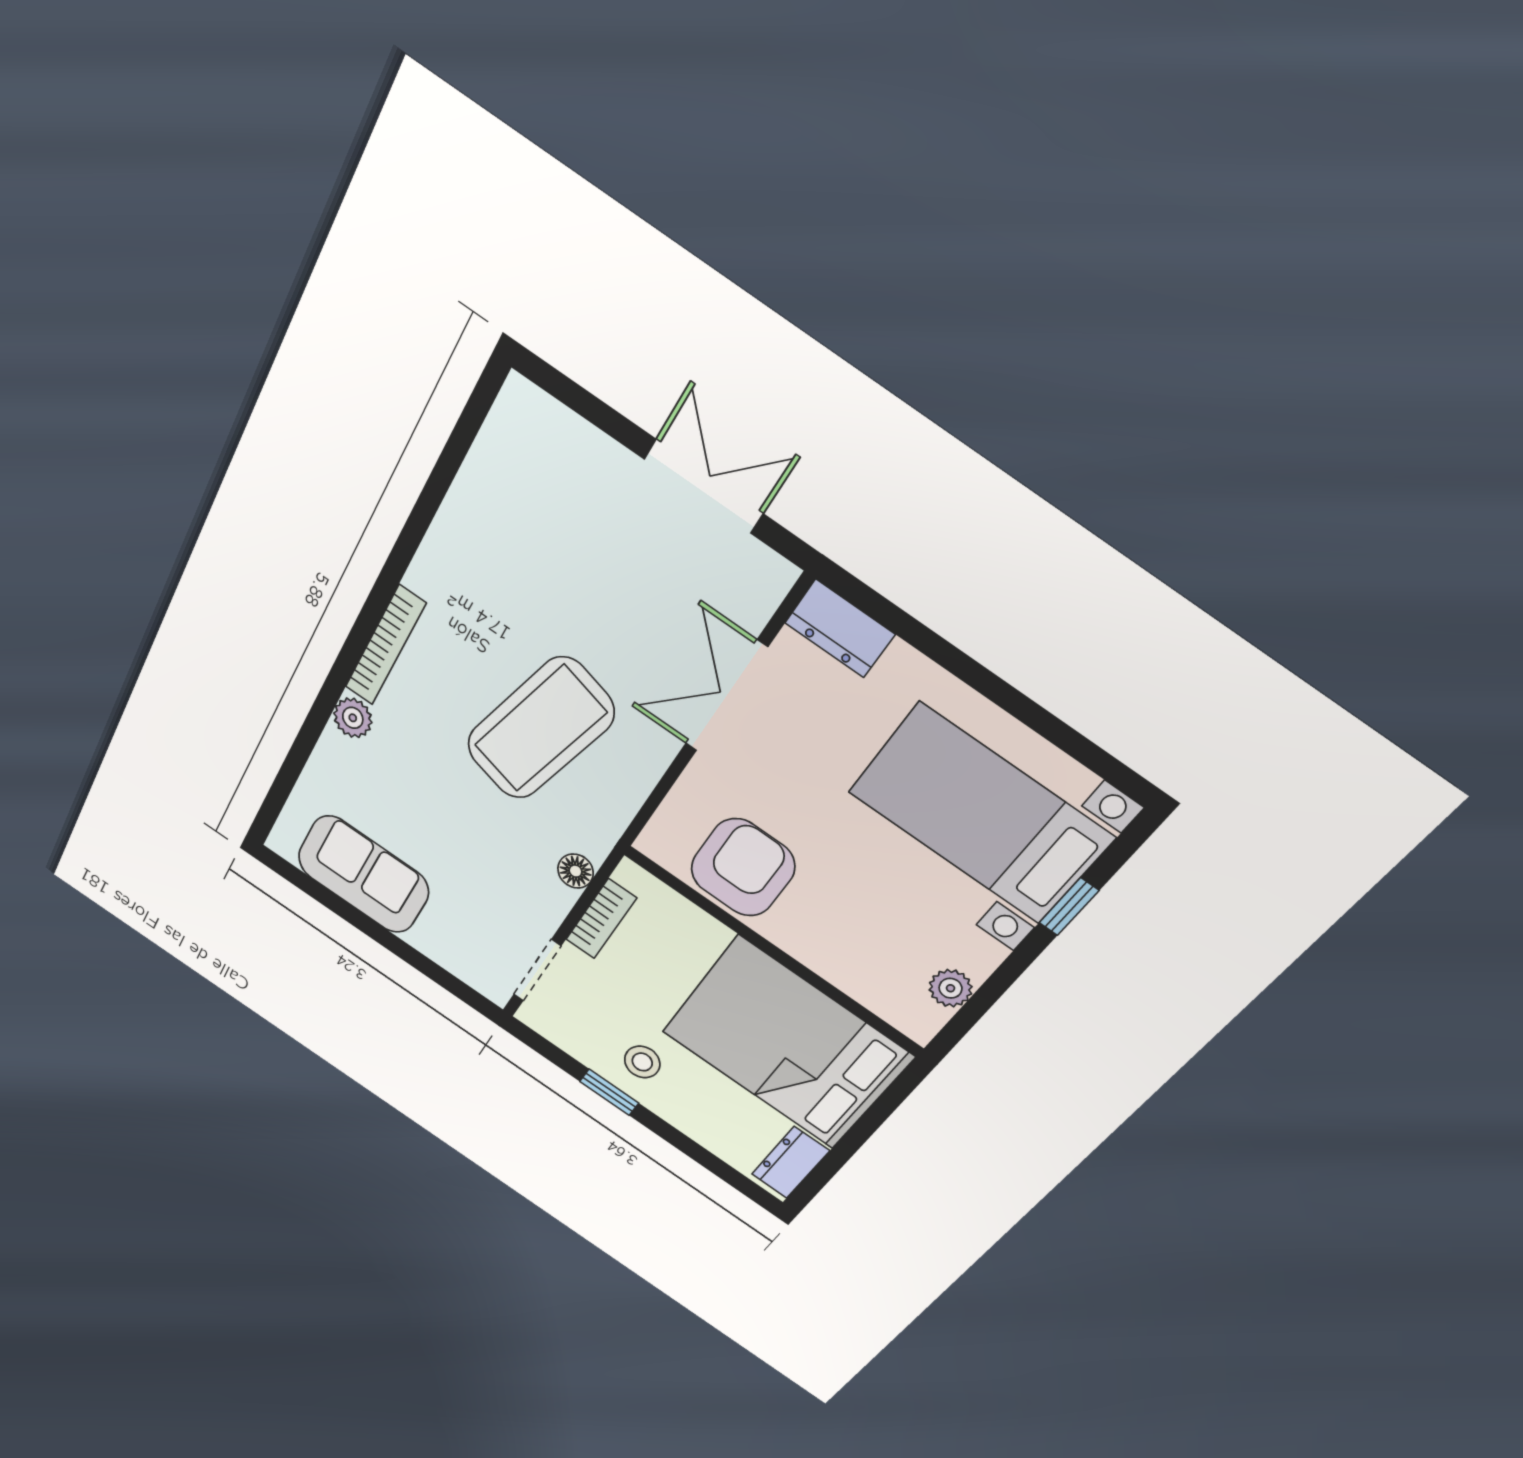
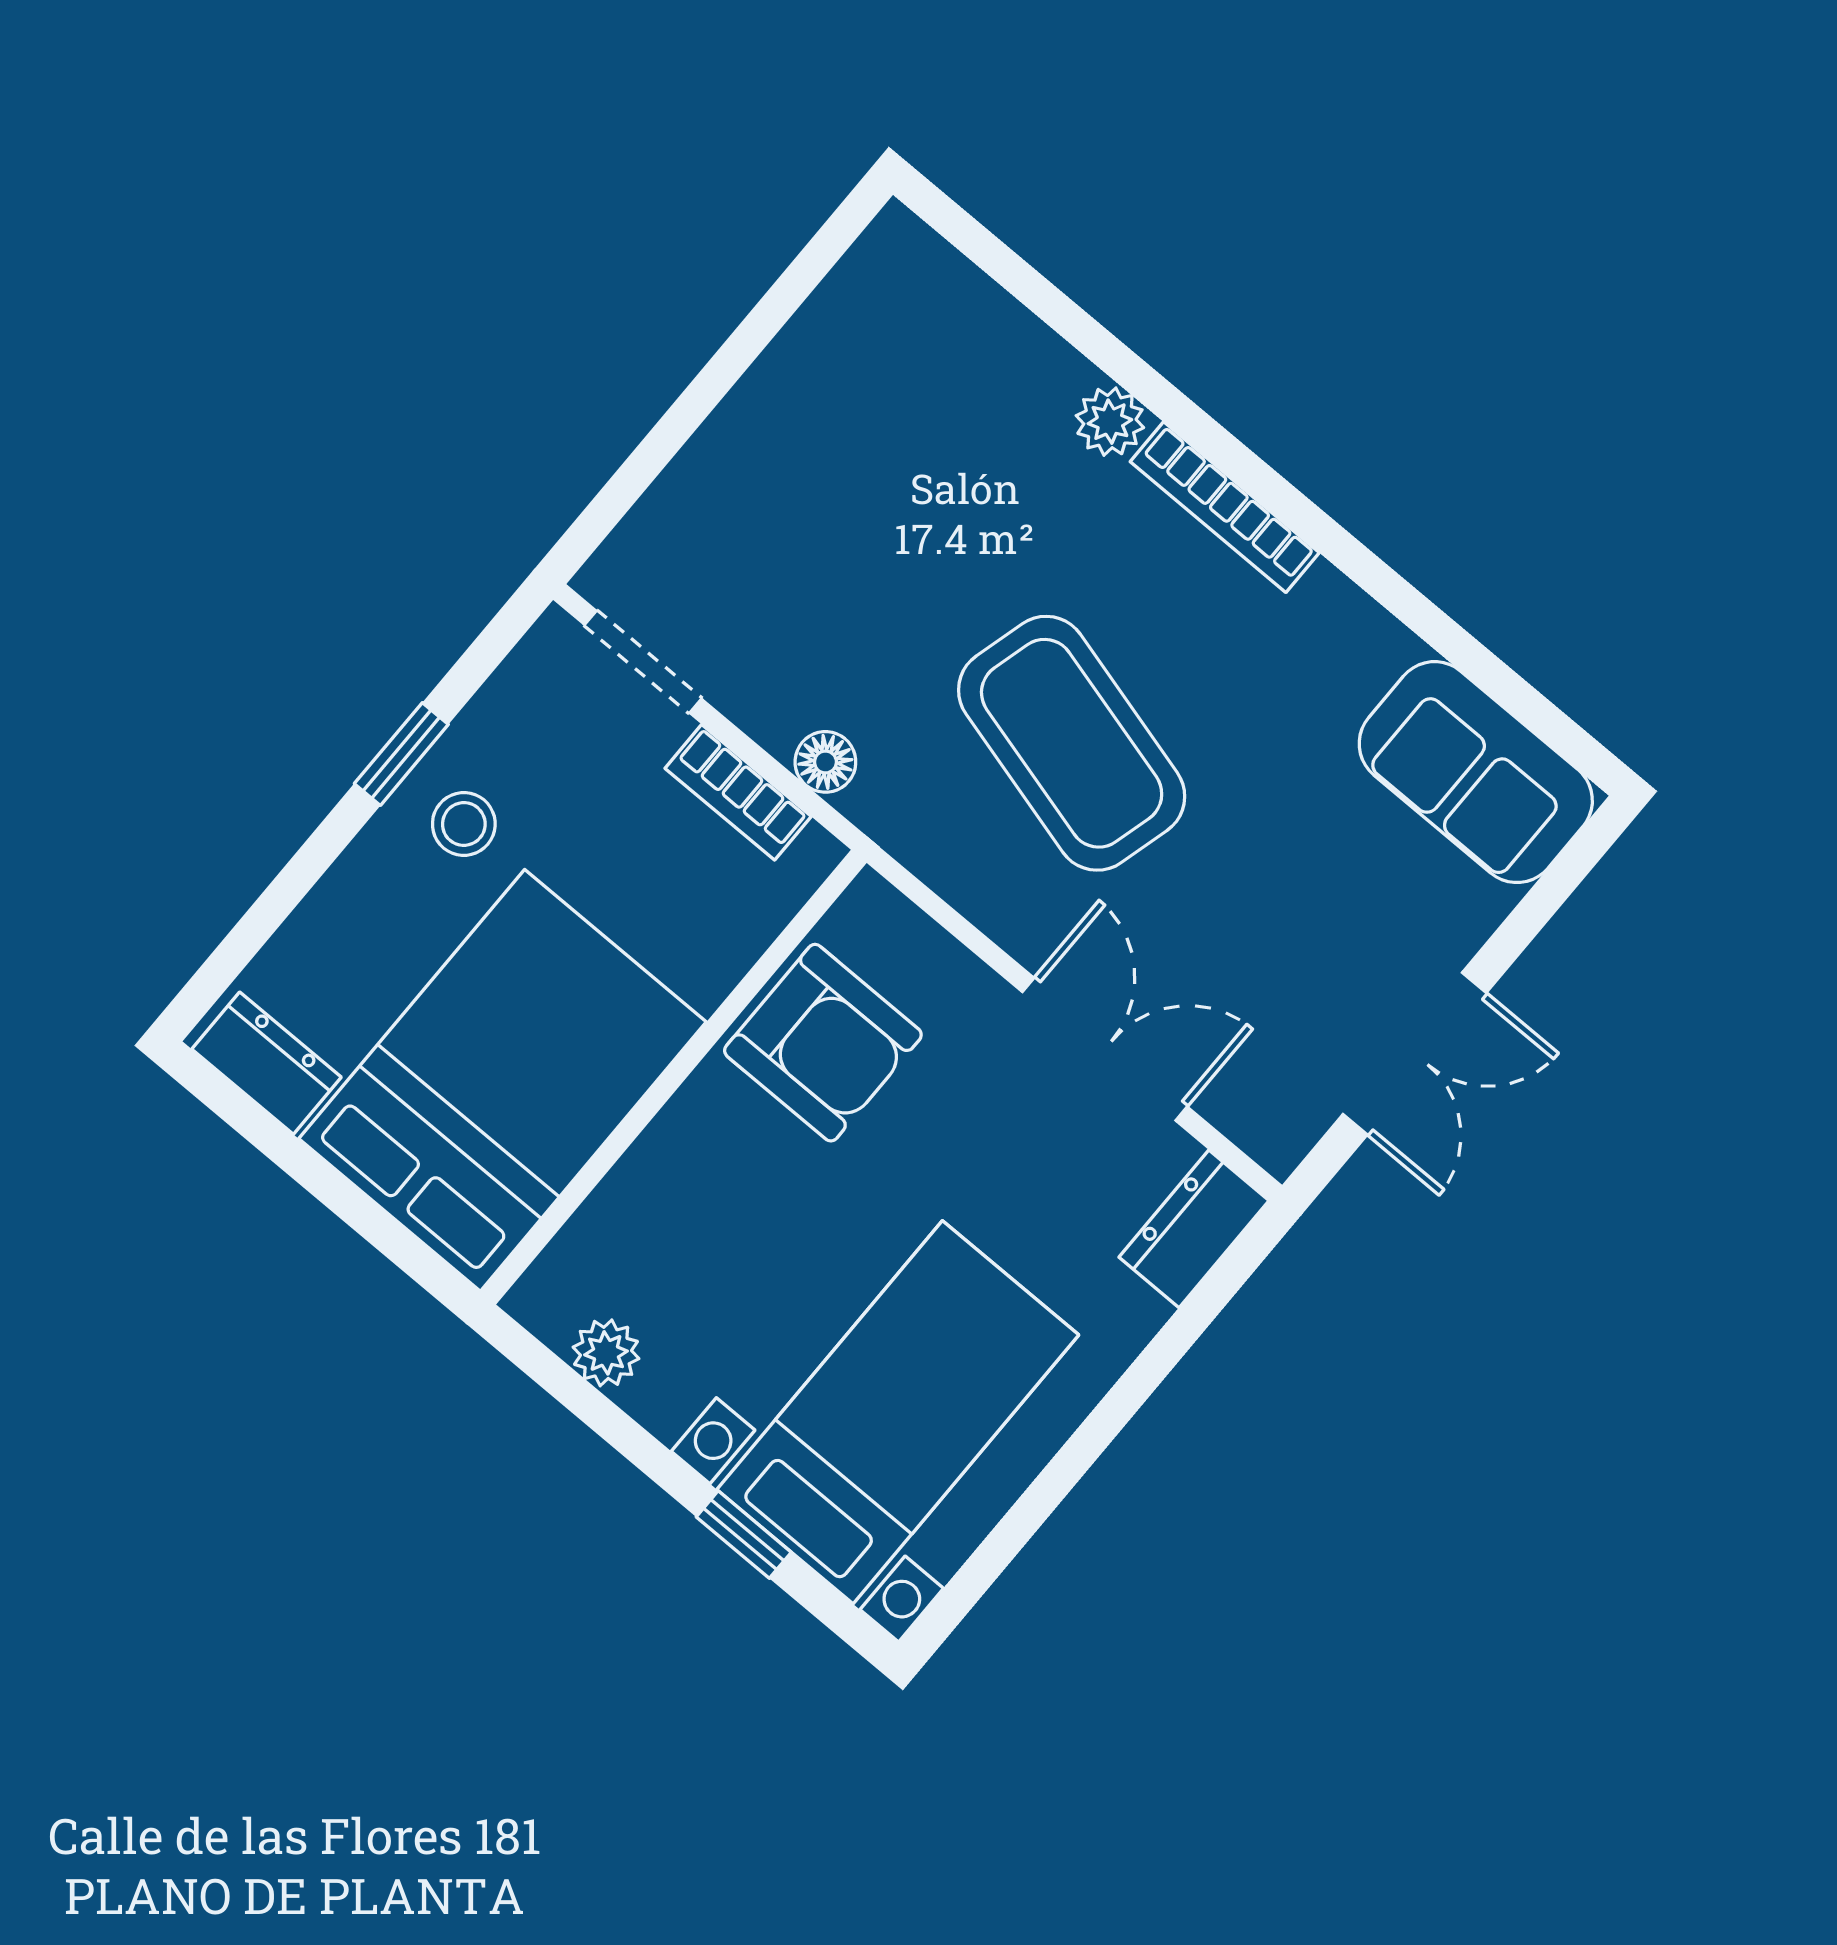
sofa: (363, 875) -> (1476, 772), moved, turned 90

